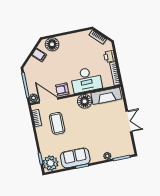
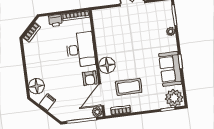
fireplace: (106, 96) -> (101, 28), removed
floor lamp: (85, 101) -> (107, 65), moved

